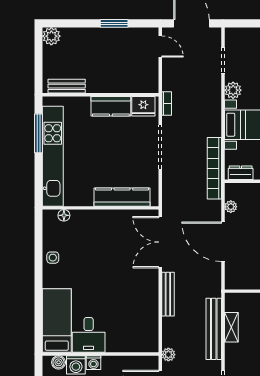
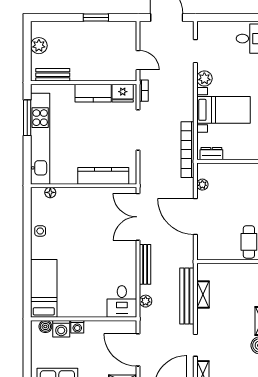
plant: (51, 36) -> (39, 46), moved
door: (160, 46) -> (138, 60), moved
desk: (89, 335) -> (122, 301), moved
plant: (168, 355) -> (146, 301), moved

